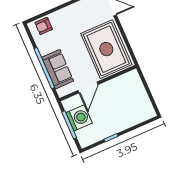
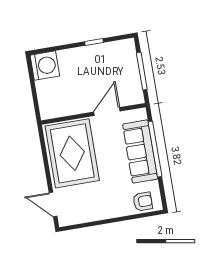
sofa: (58, 69) -> (140, 152), width x1.36
washing machine: (79, 118) -> (45, 66), moved, turned 180

